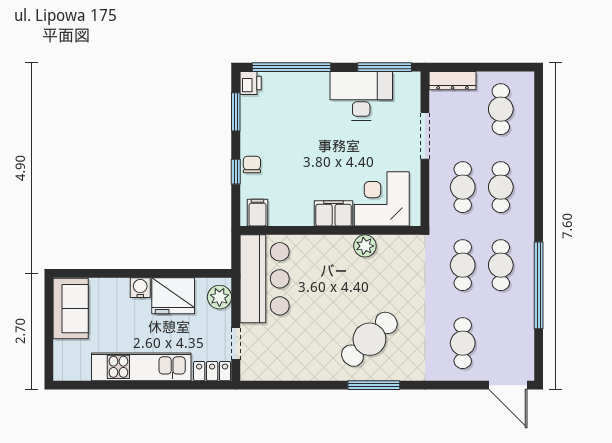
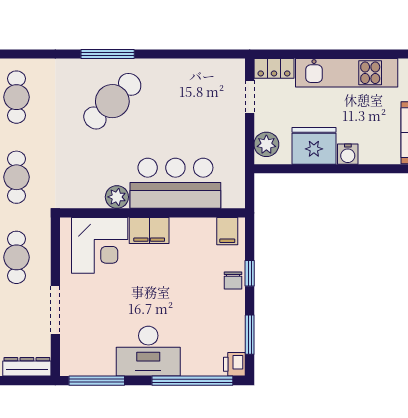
desk: (361, 96) -> (148, 351), moved
bar counter: (265, 279) -> (175, 183), moved, turned 90

